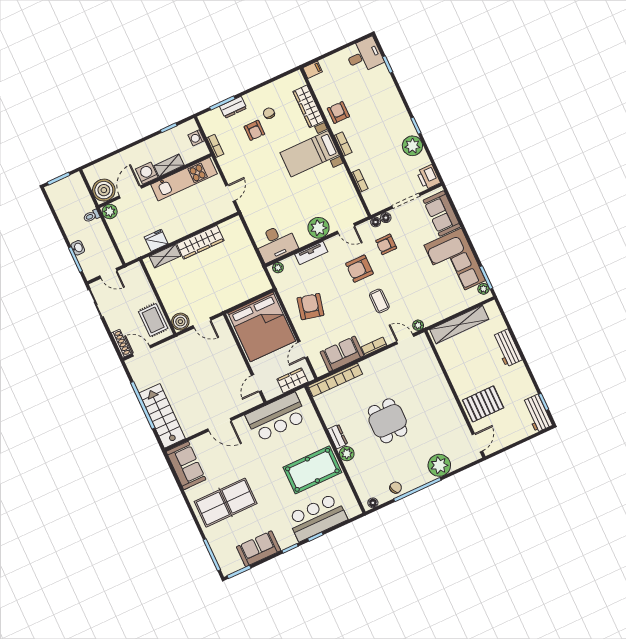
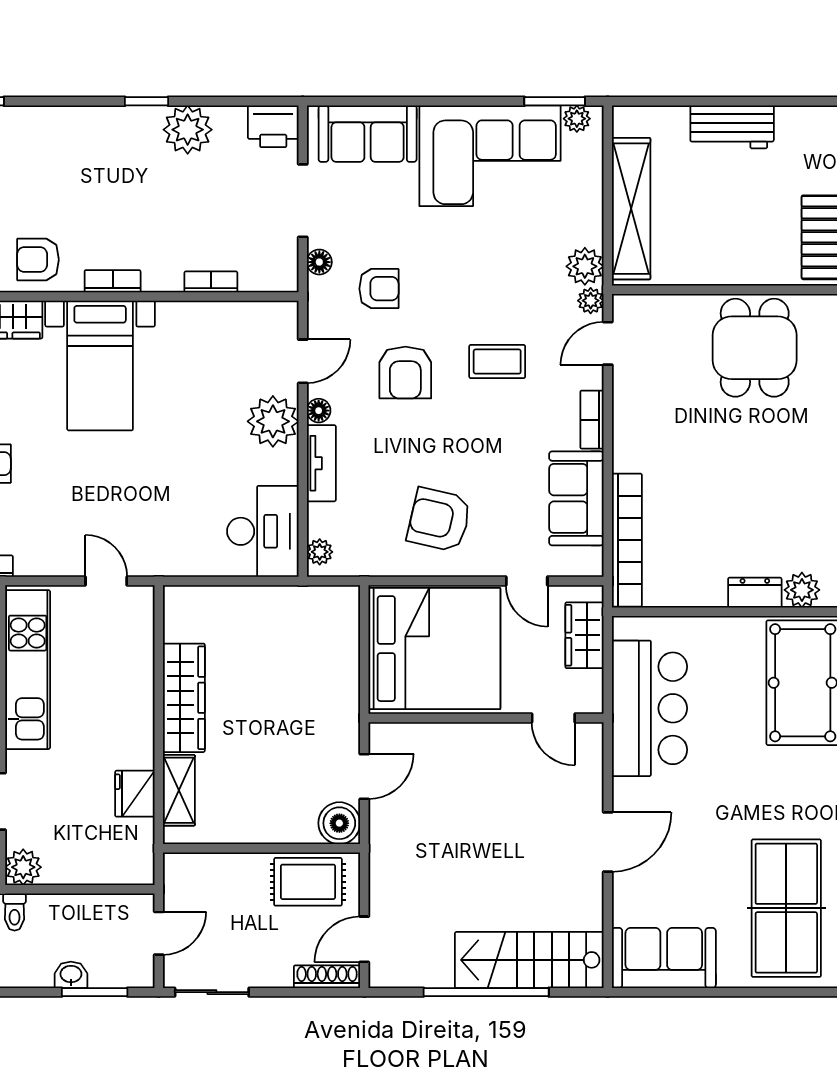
floor lamp: (376, 222) -> (319, 411), moved
armchair: (386, 244) -> (379, 289), turned -90
plant: (430, 317) -> (585, 266), added
dining table: (388, 421) -> (755, 348), moved, turned 90

